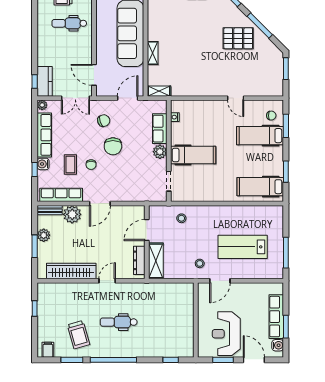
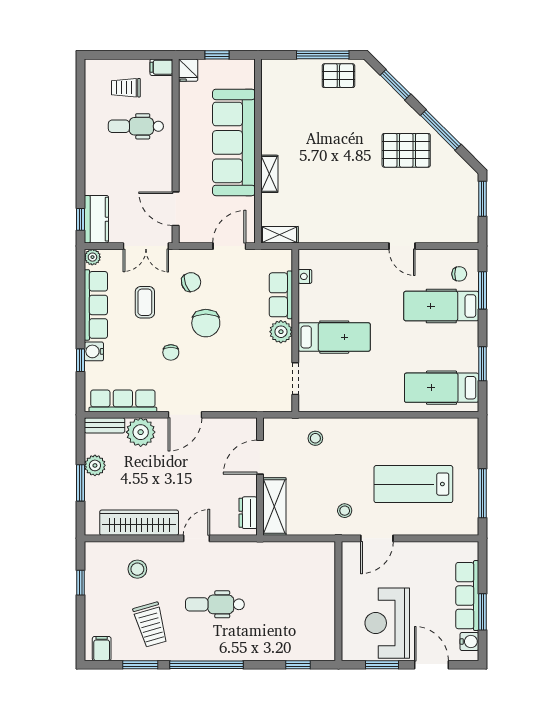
coffee table: (70, 165) -> (145, 302), moved
dresser: (139, 260) -> (248, 513), width x0.70
stool: (70, 300) -> (137, 569), added

